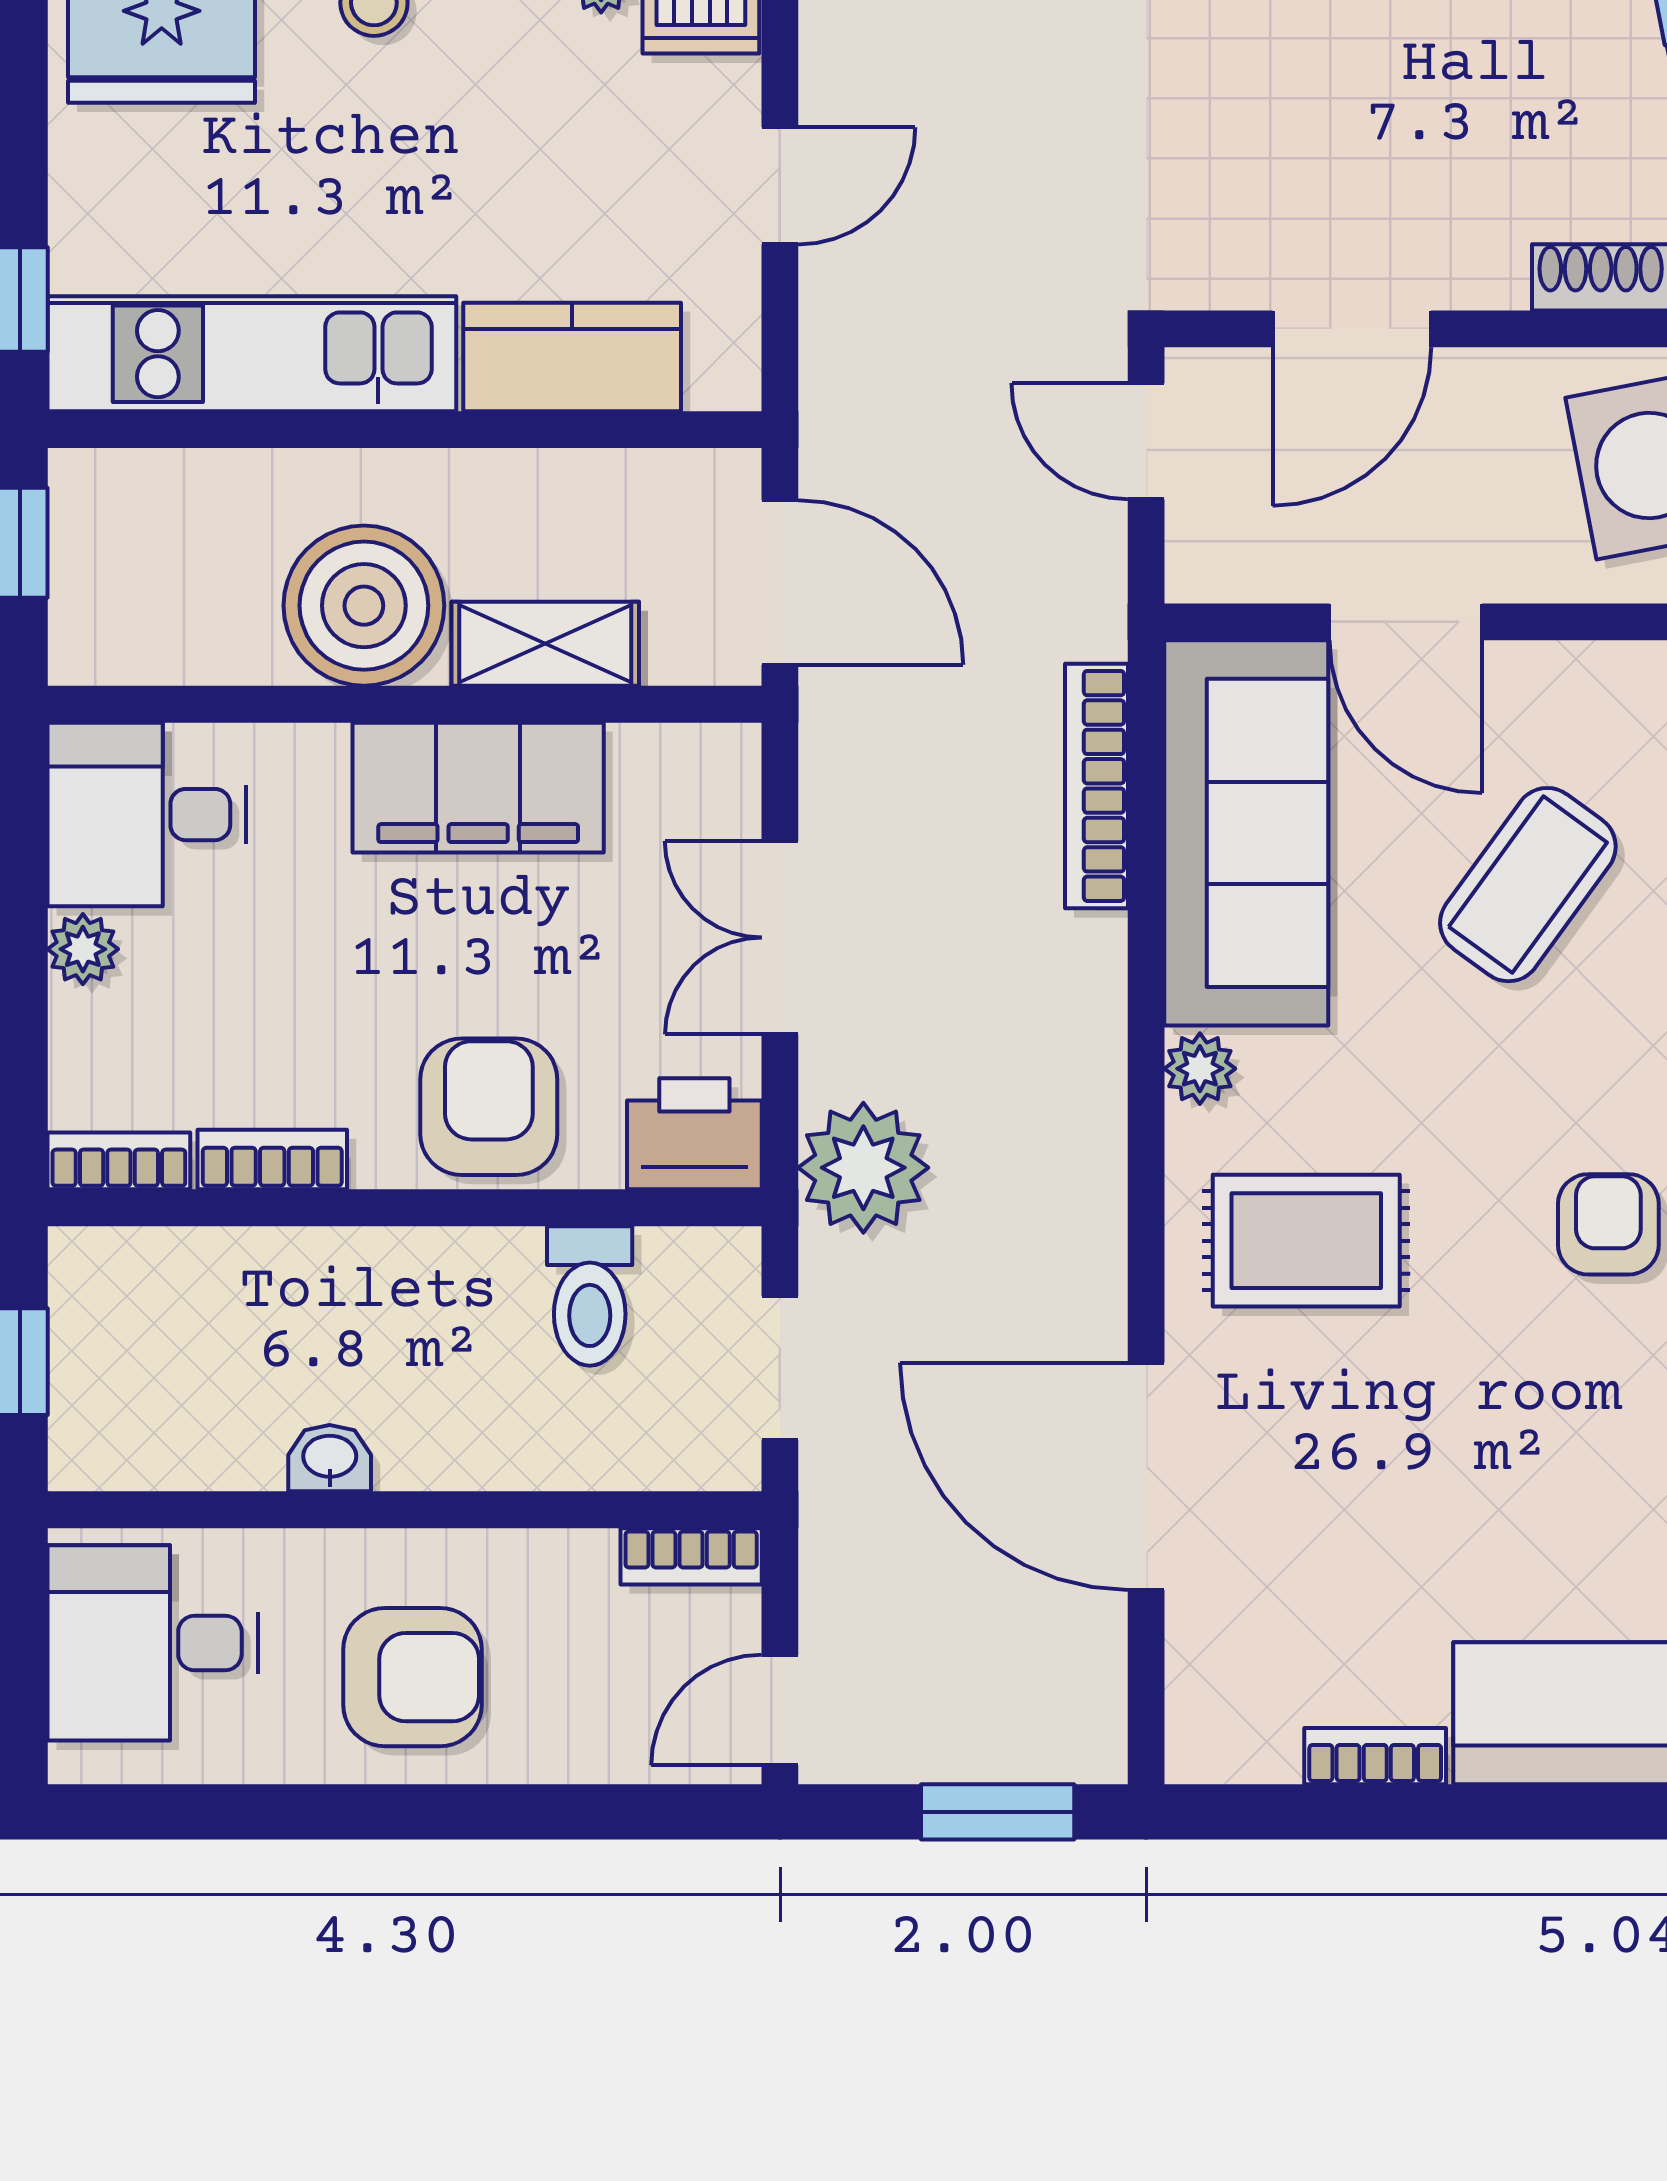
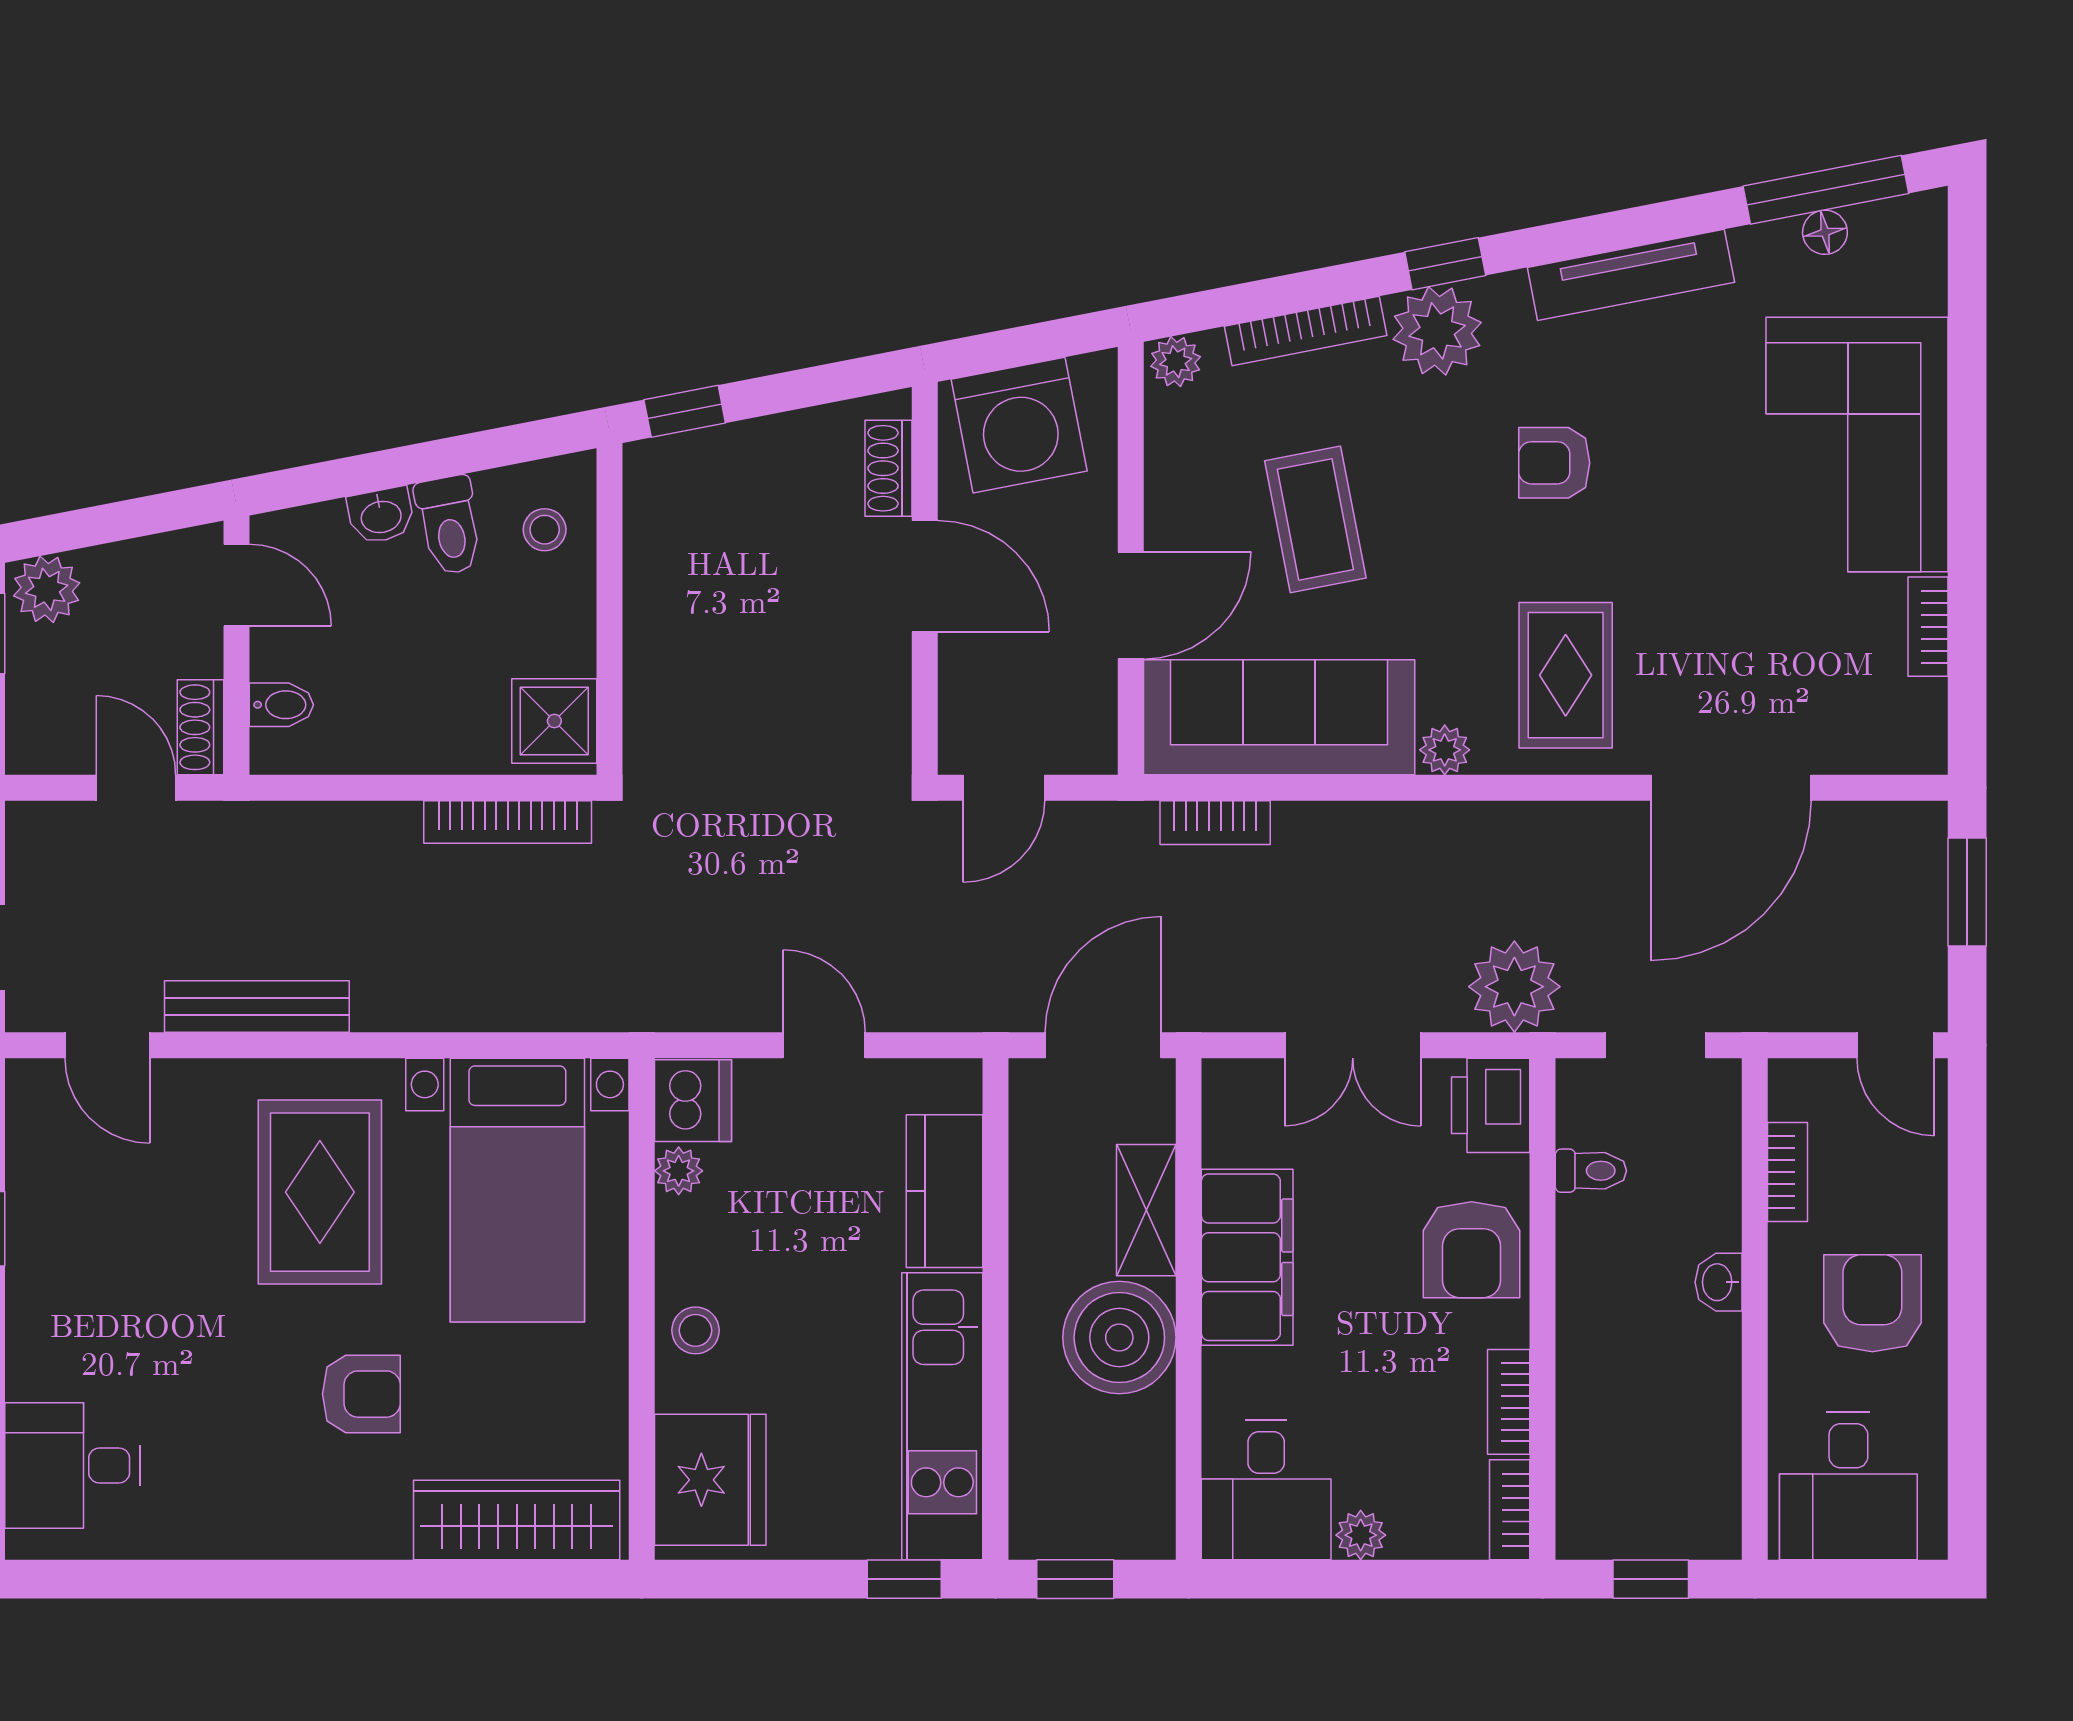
door: (1352, 329) -> (925, 576), moved
bookcase: (1096, 786) -> (1215, 823), width x0.64
coffee table: (1528, 885) -> (1315, 519), turned 43
armchair: (489, 1107) -> (1472, 1250), turned -90
toilet: (590, 1296) -> (1591, 1171), width x0.73, depth x0.72
washbasin: (330, 1458) -> (1719, 1282), moved
bookcase: (691, 1556) -> (1788, 1172), moved

